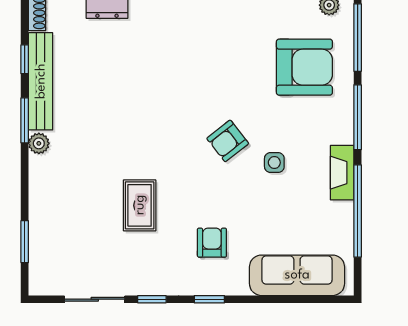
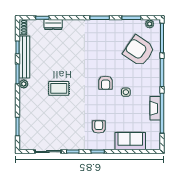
armchair: (304, 67) -> (139, 51), turned -146
armchair: (228, 141) -> (106, 83), turned -52
fireplace: (342, 173) -> (155, 108), moved
rug: (140, 205) -> (59, 88), moved, turned 90
sofa: (297, 275) -> (130, 141), width x0.73

